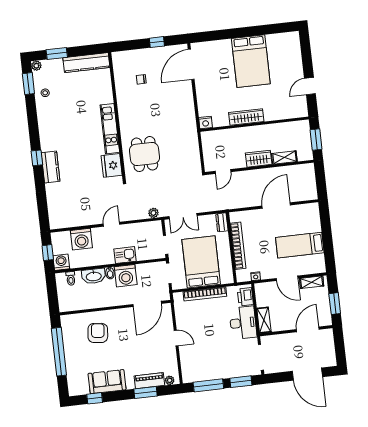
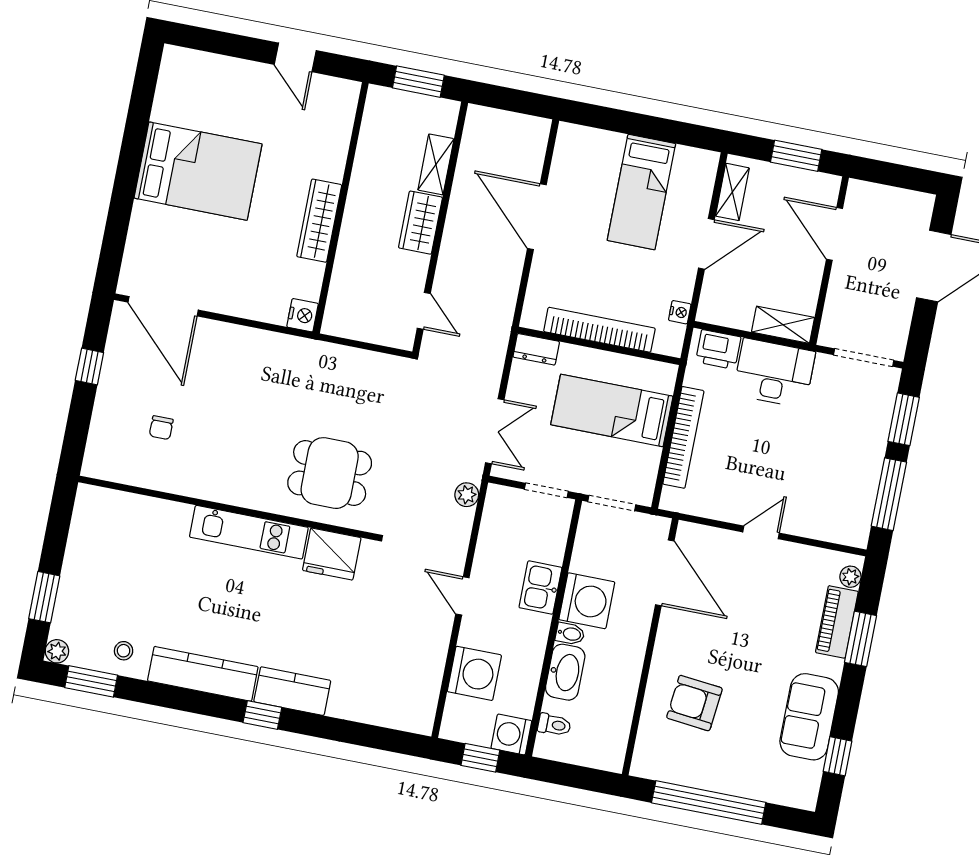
kitchen counter: (86, 63) -> (203, 674), moved, turned -90
bed: (201, 262) -> (612, 410), width x0.67

